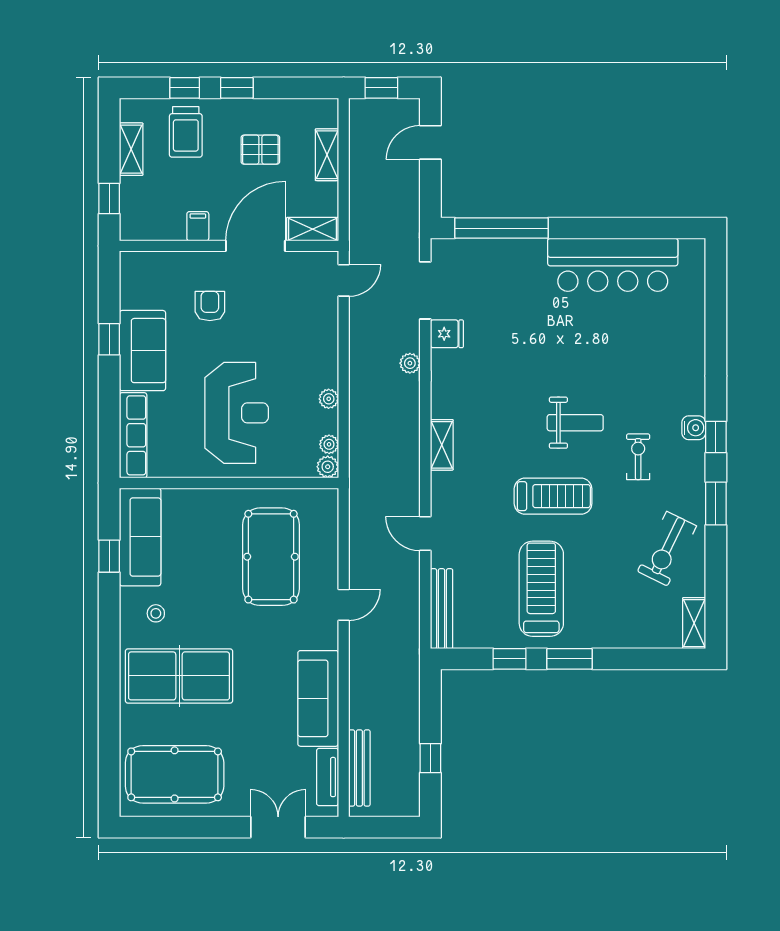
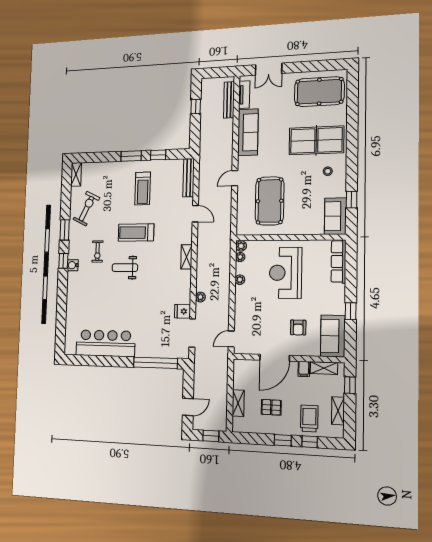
shelving: (313, 229) -> (324, 368), moved
sofa: (142, 351) -> (333, 336), moved
sofa: (140, 537) -> (335, 216), width x0.73
treadmill: (541, 589) -> (143, 188), width x0.73, depth x0.73

